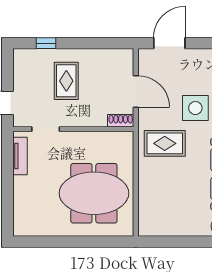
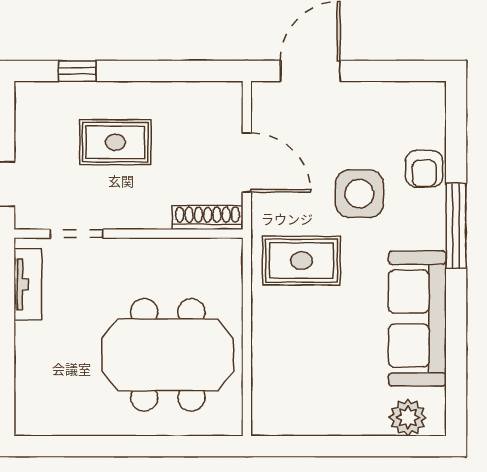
rug: (66, 81) -> (115, 142), turned 90
shoe rack: (121, 121) -> (208, 218), width x1.43

